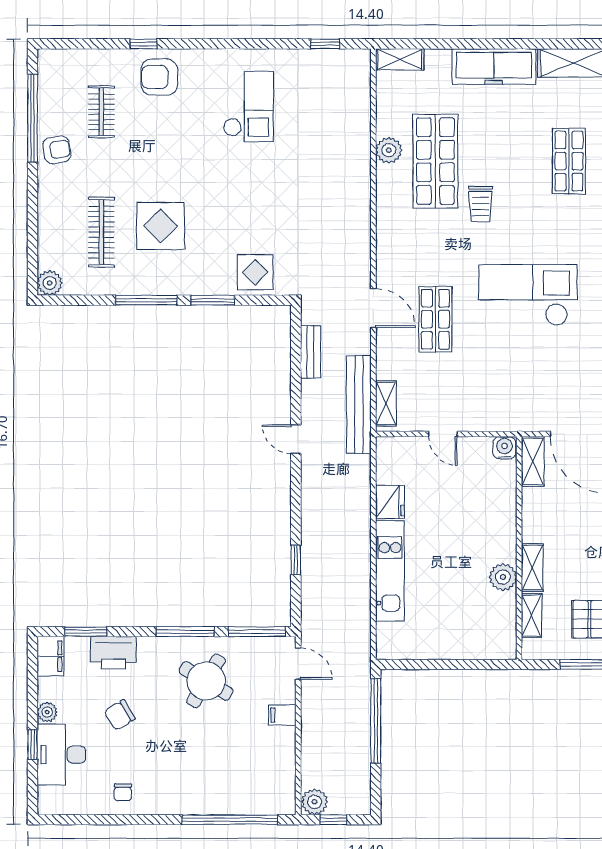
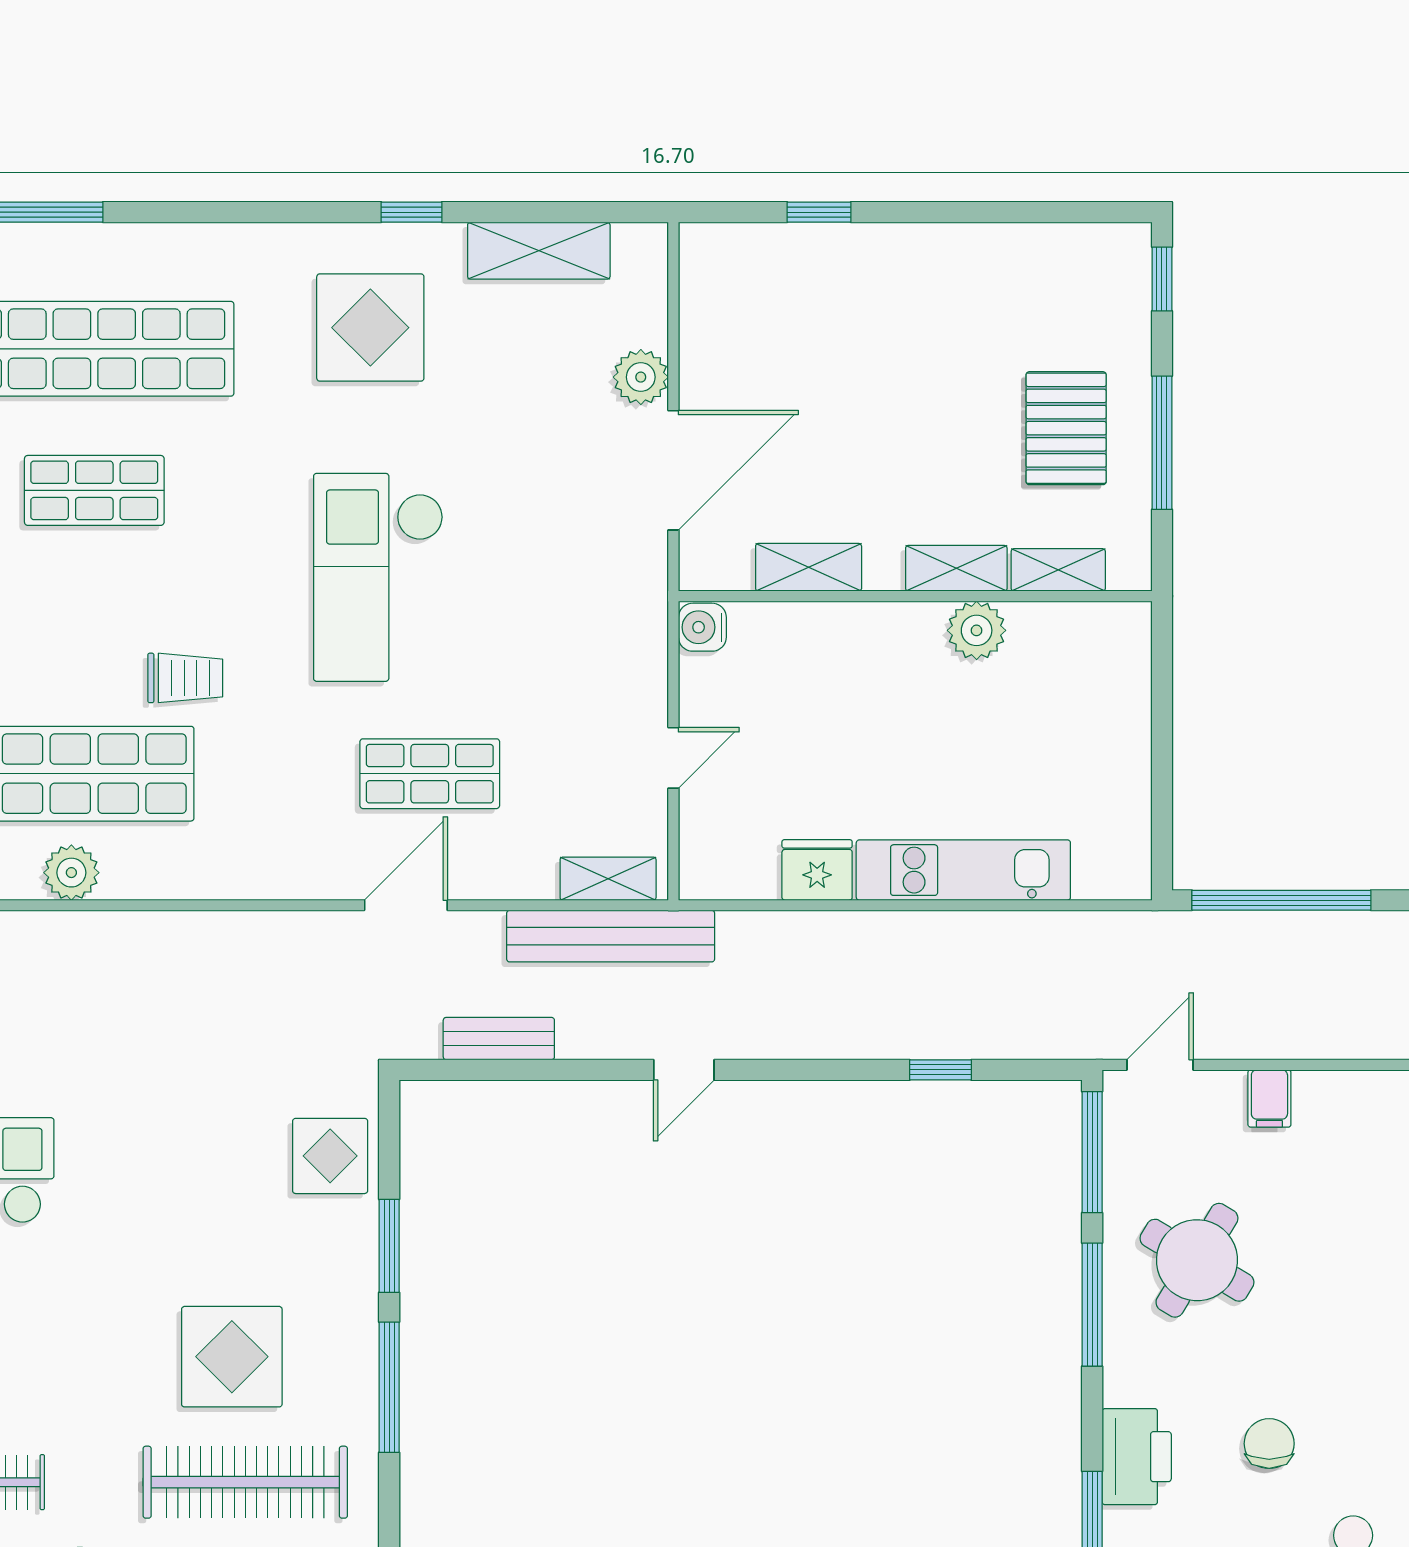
clothes rail: (101, 232) -> (245, 1482), width x1.37, depth x1.31
shelving: (533, 461) -> (809, 567), moved
chair: (120, 715) -> (1269, 1444), turned -149

